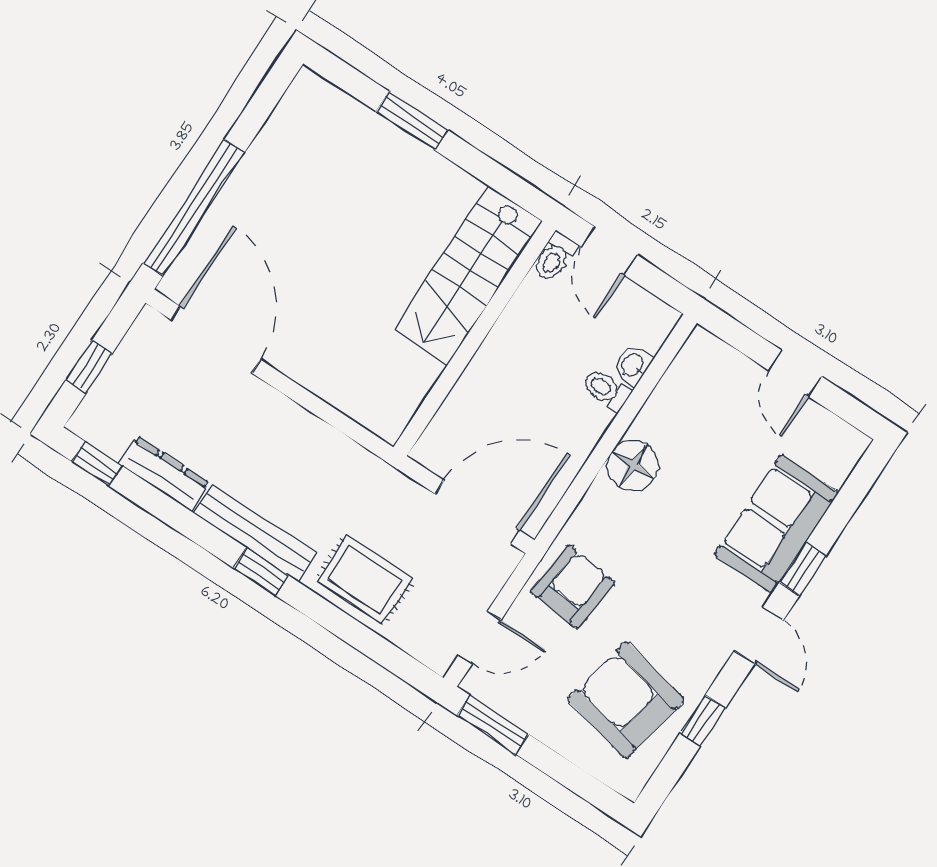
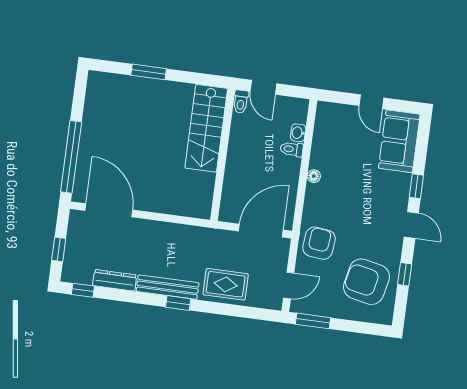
floor lamp: (633, 465) -> (314, 176), width x0.53, depth x0.53
sofa: (776, 524) -> (399, 141), moved

